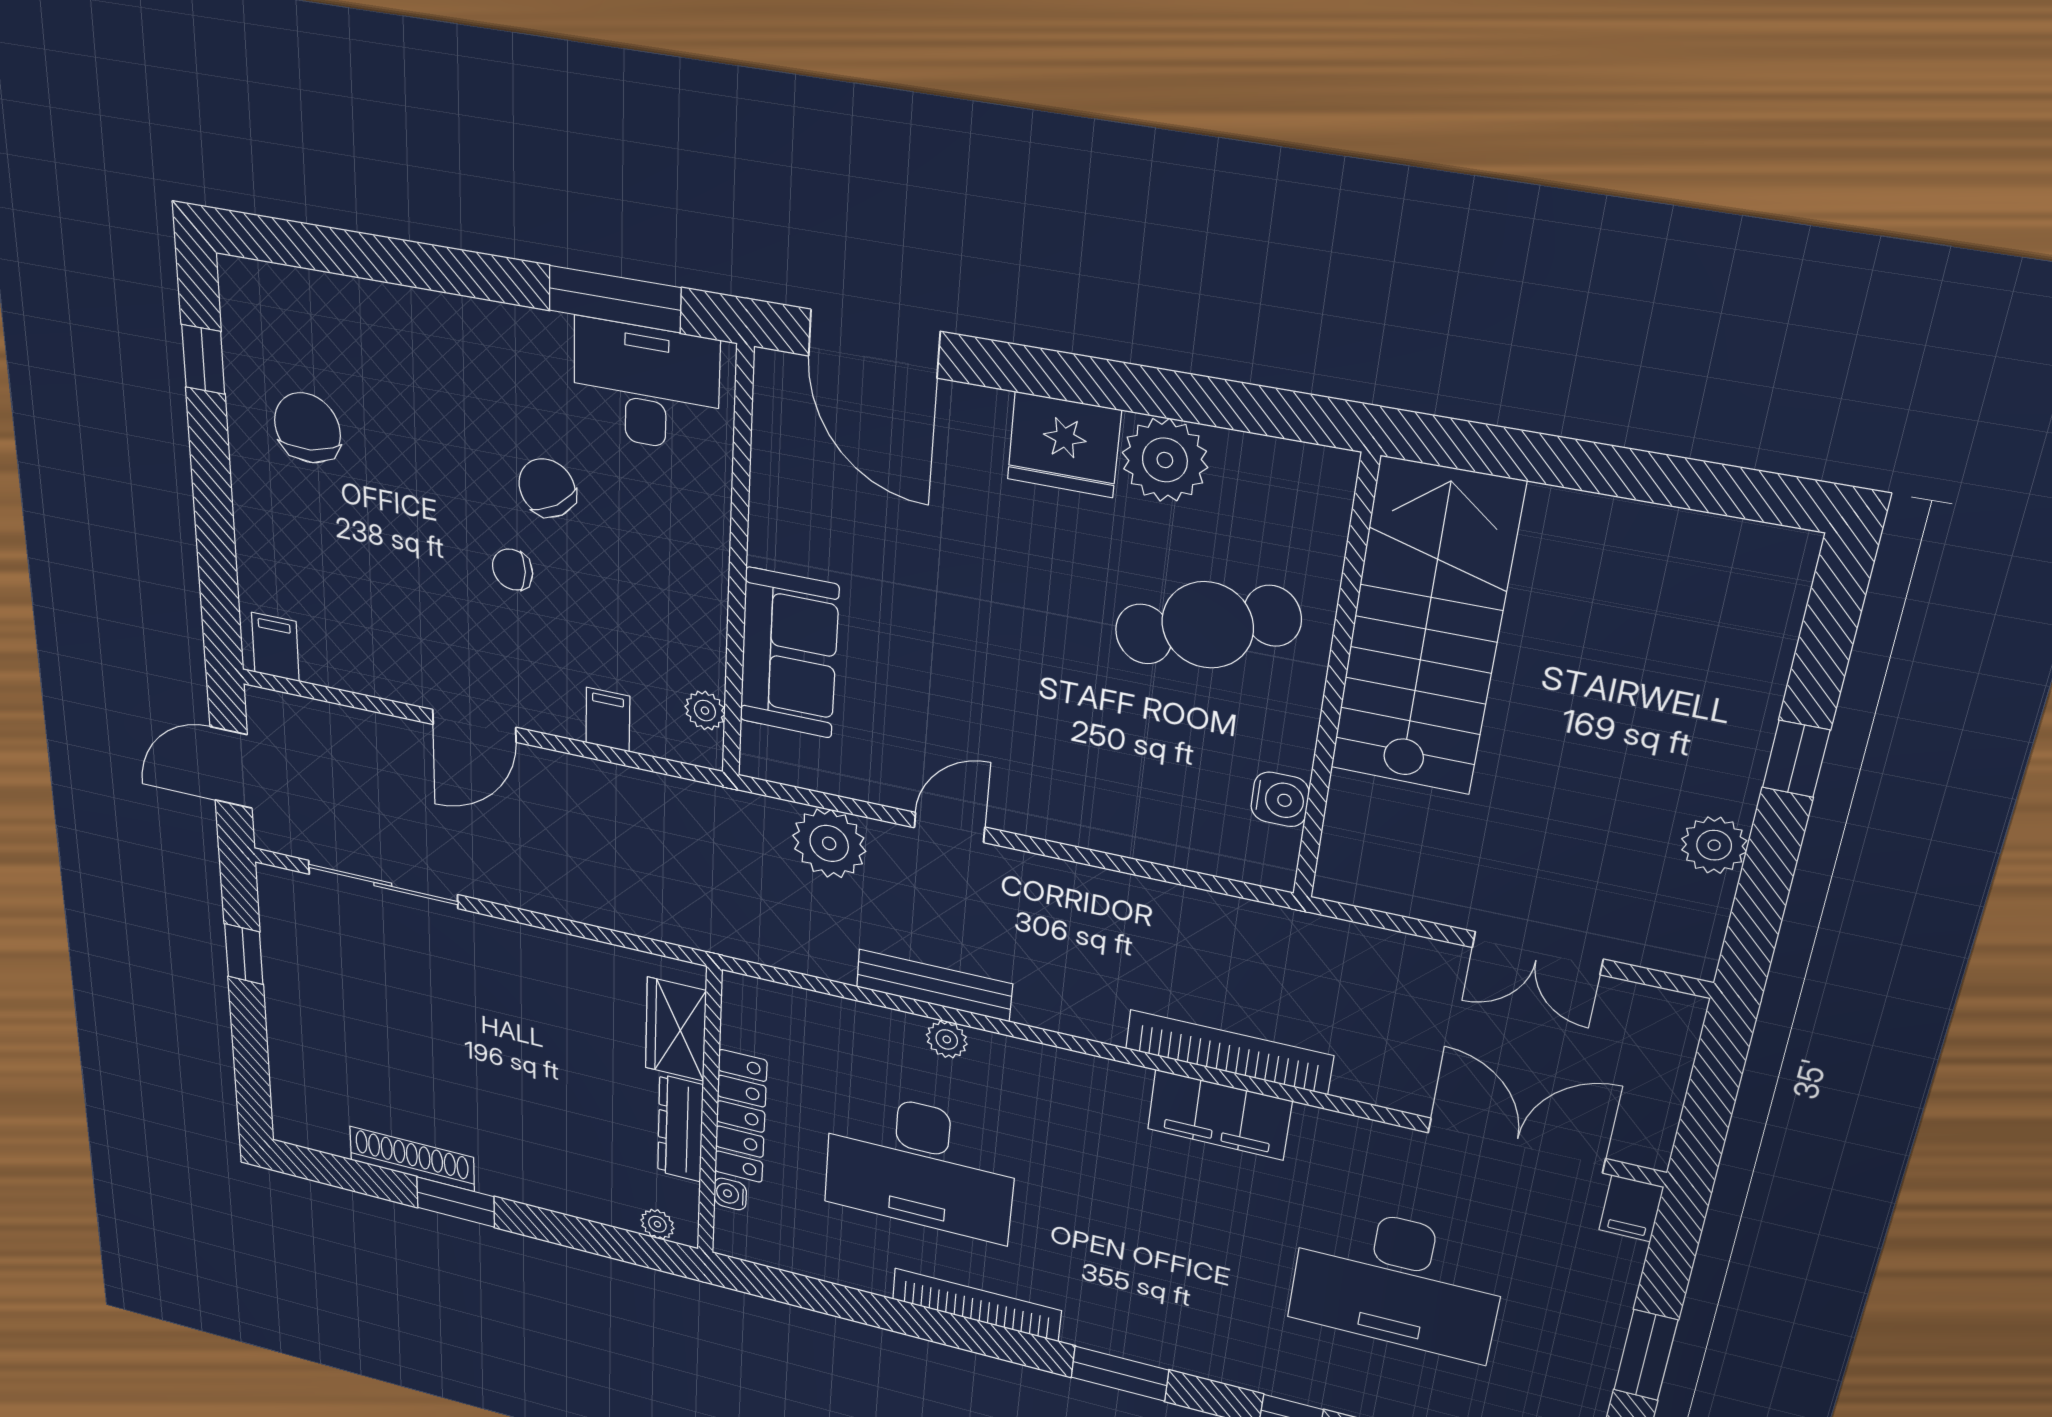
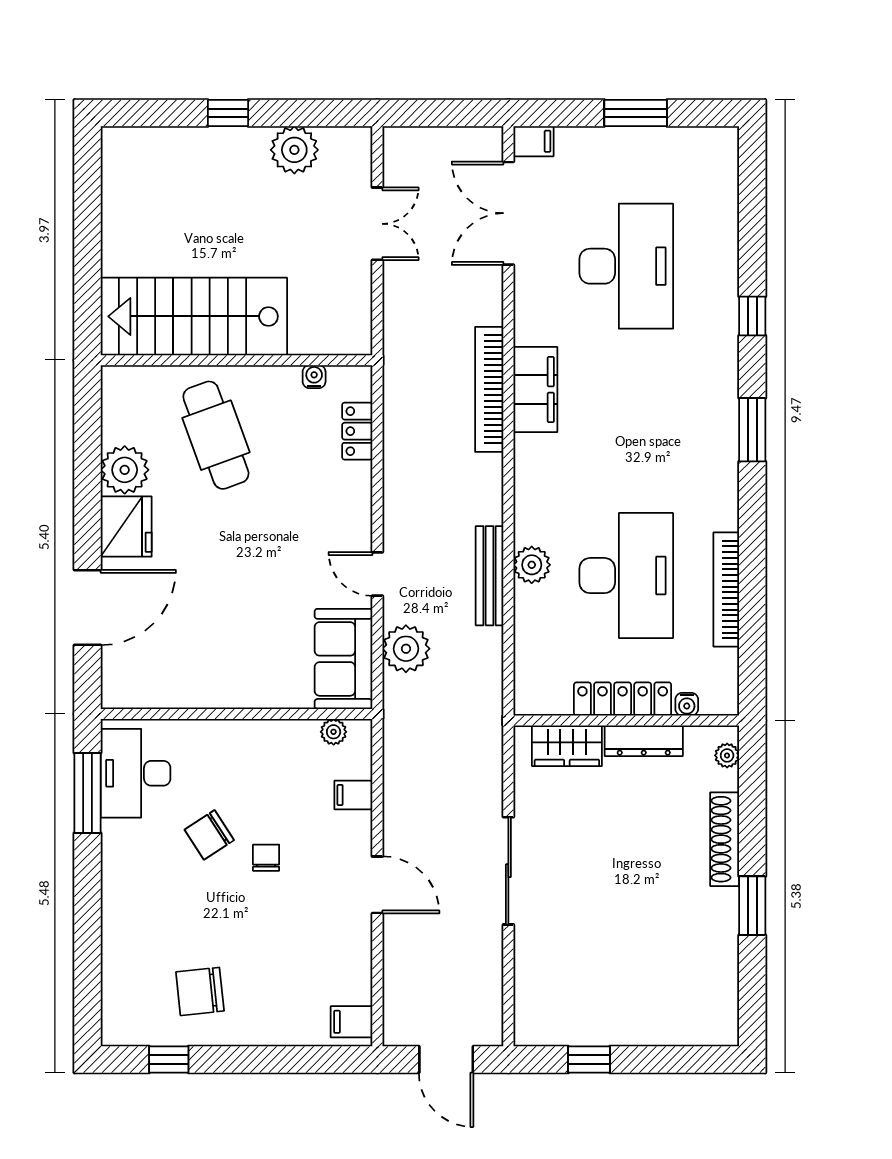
door: (874, 344) -> (88, 608), moved
chair: (513, 570) -> (266, 858), turned 180
sofa: (789, 653) -> (343, 659), moved, turned -90
water cooler: (1280, 799) -> (314, 377), width x0.72, depth x0.72
plant: (1714, 845) -> (294, 150), width x1.36, depth x1.36
locker: (1186, 847) -> (357, 431), added
sliding door: (383, 884) -> (508, 871), moved
plant: (947, 1039) -> (532, 565), width x1.38, depth x1.38
shoe rack: (412, 1159) -> (725, 839), moved
bookcase: (976, 1305) -> (726, 590), moved

